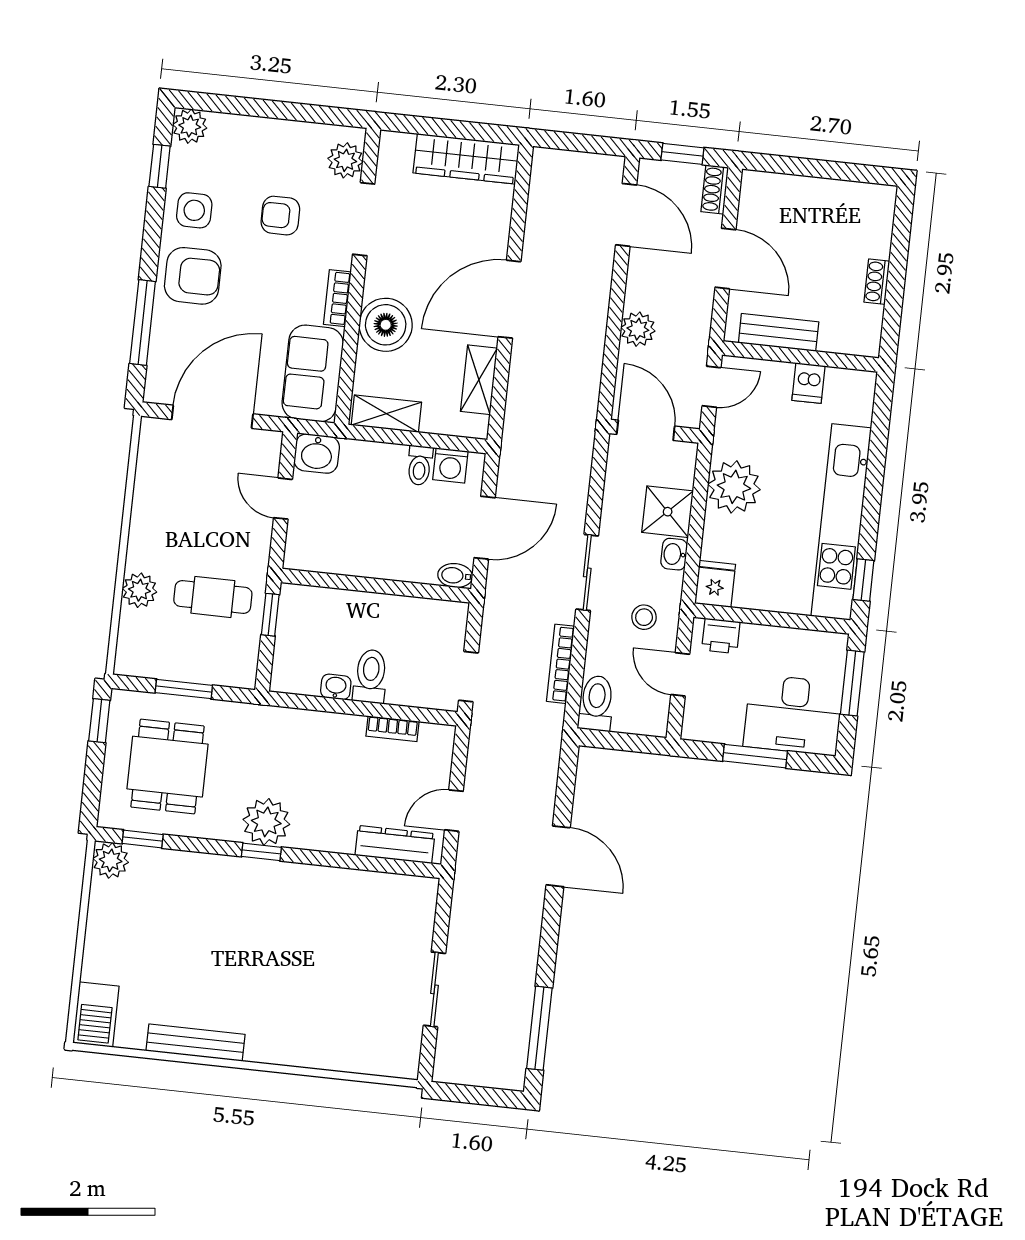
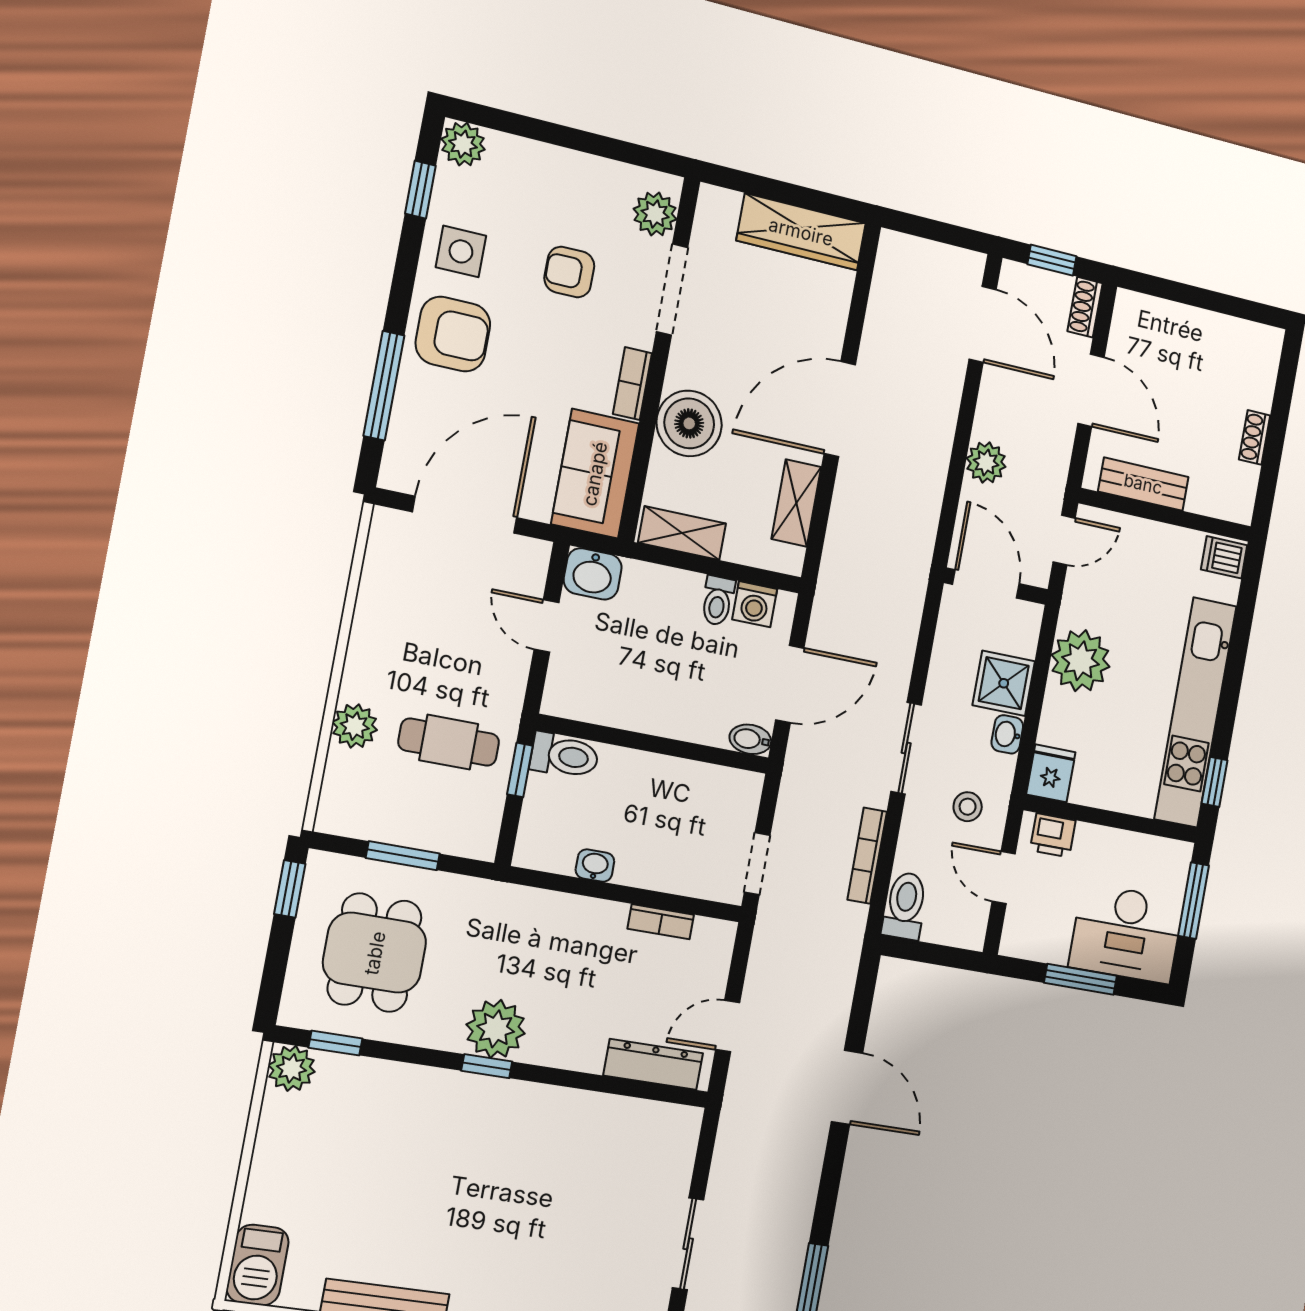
dishwasher: (808, 383) -> (1224, 557), moved, turned 90
toilet: (370, 676) -> (565, 756), moved, turned 90

